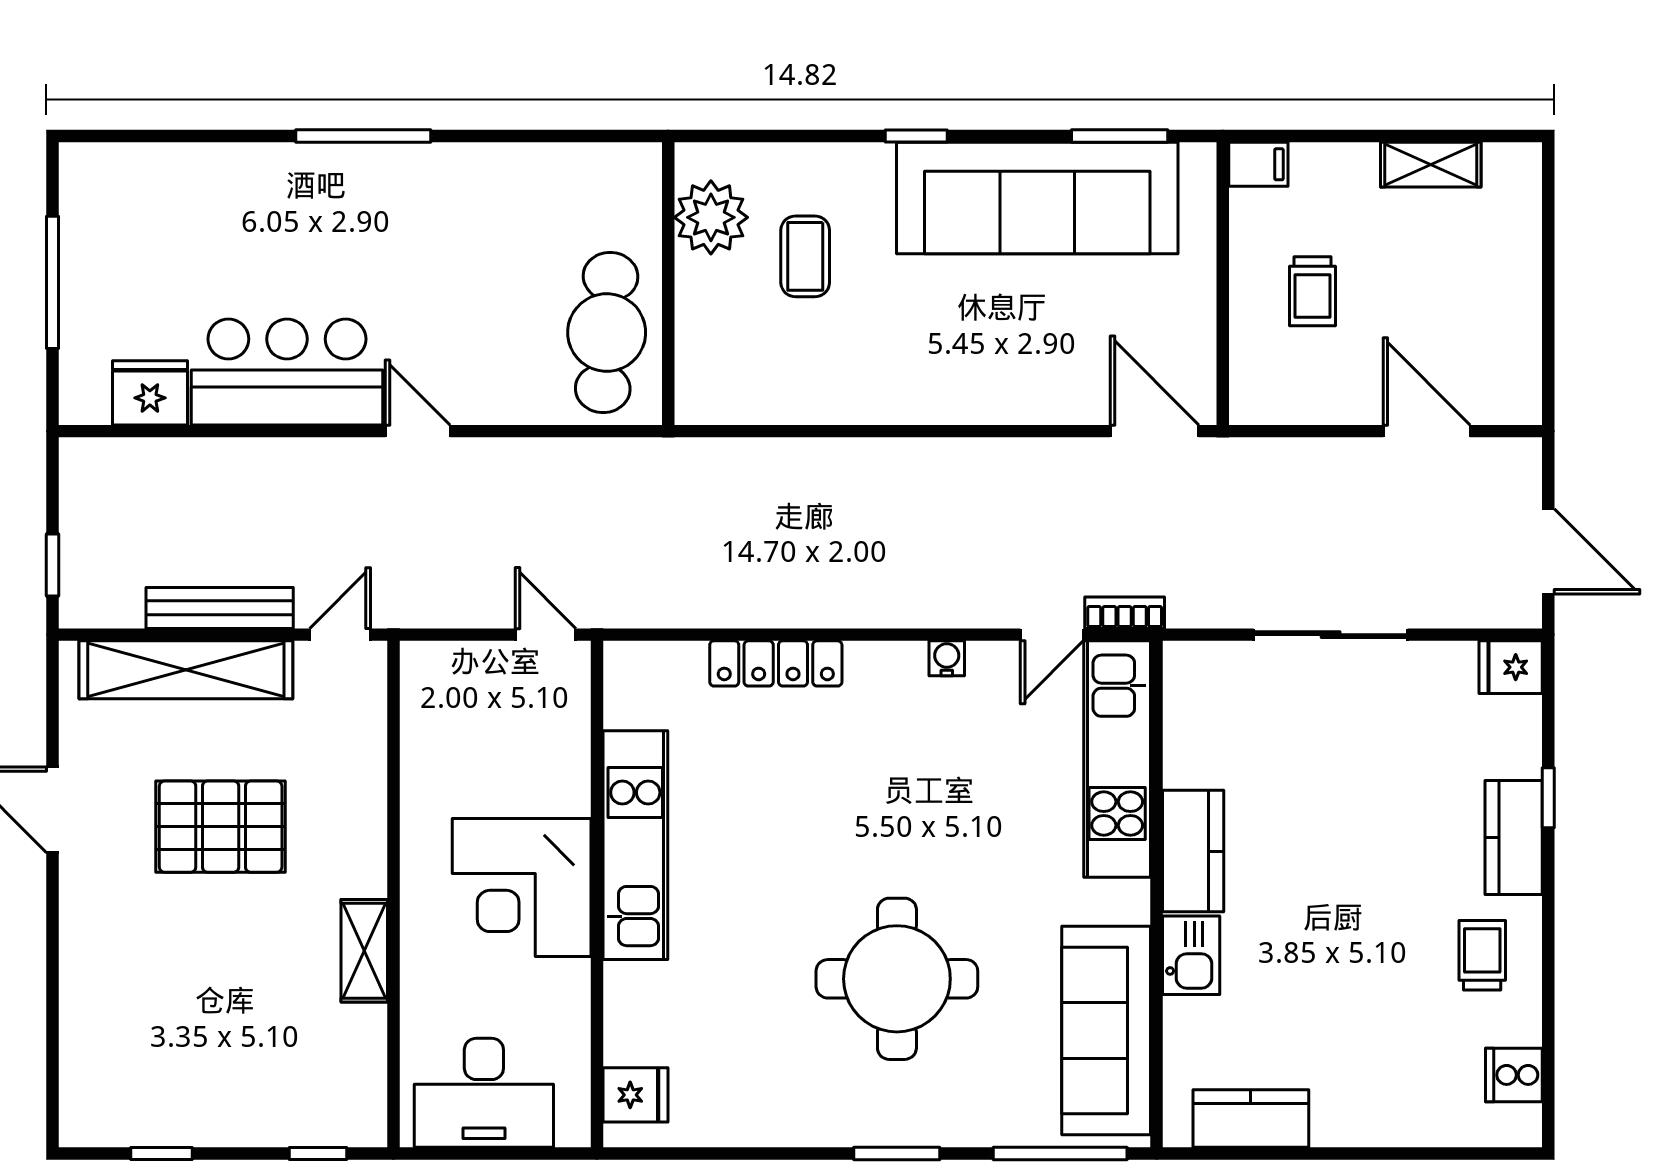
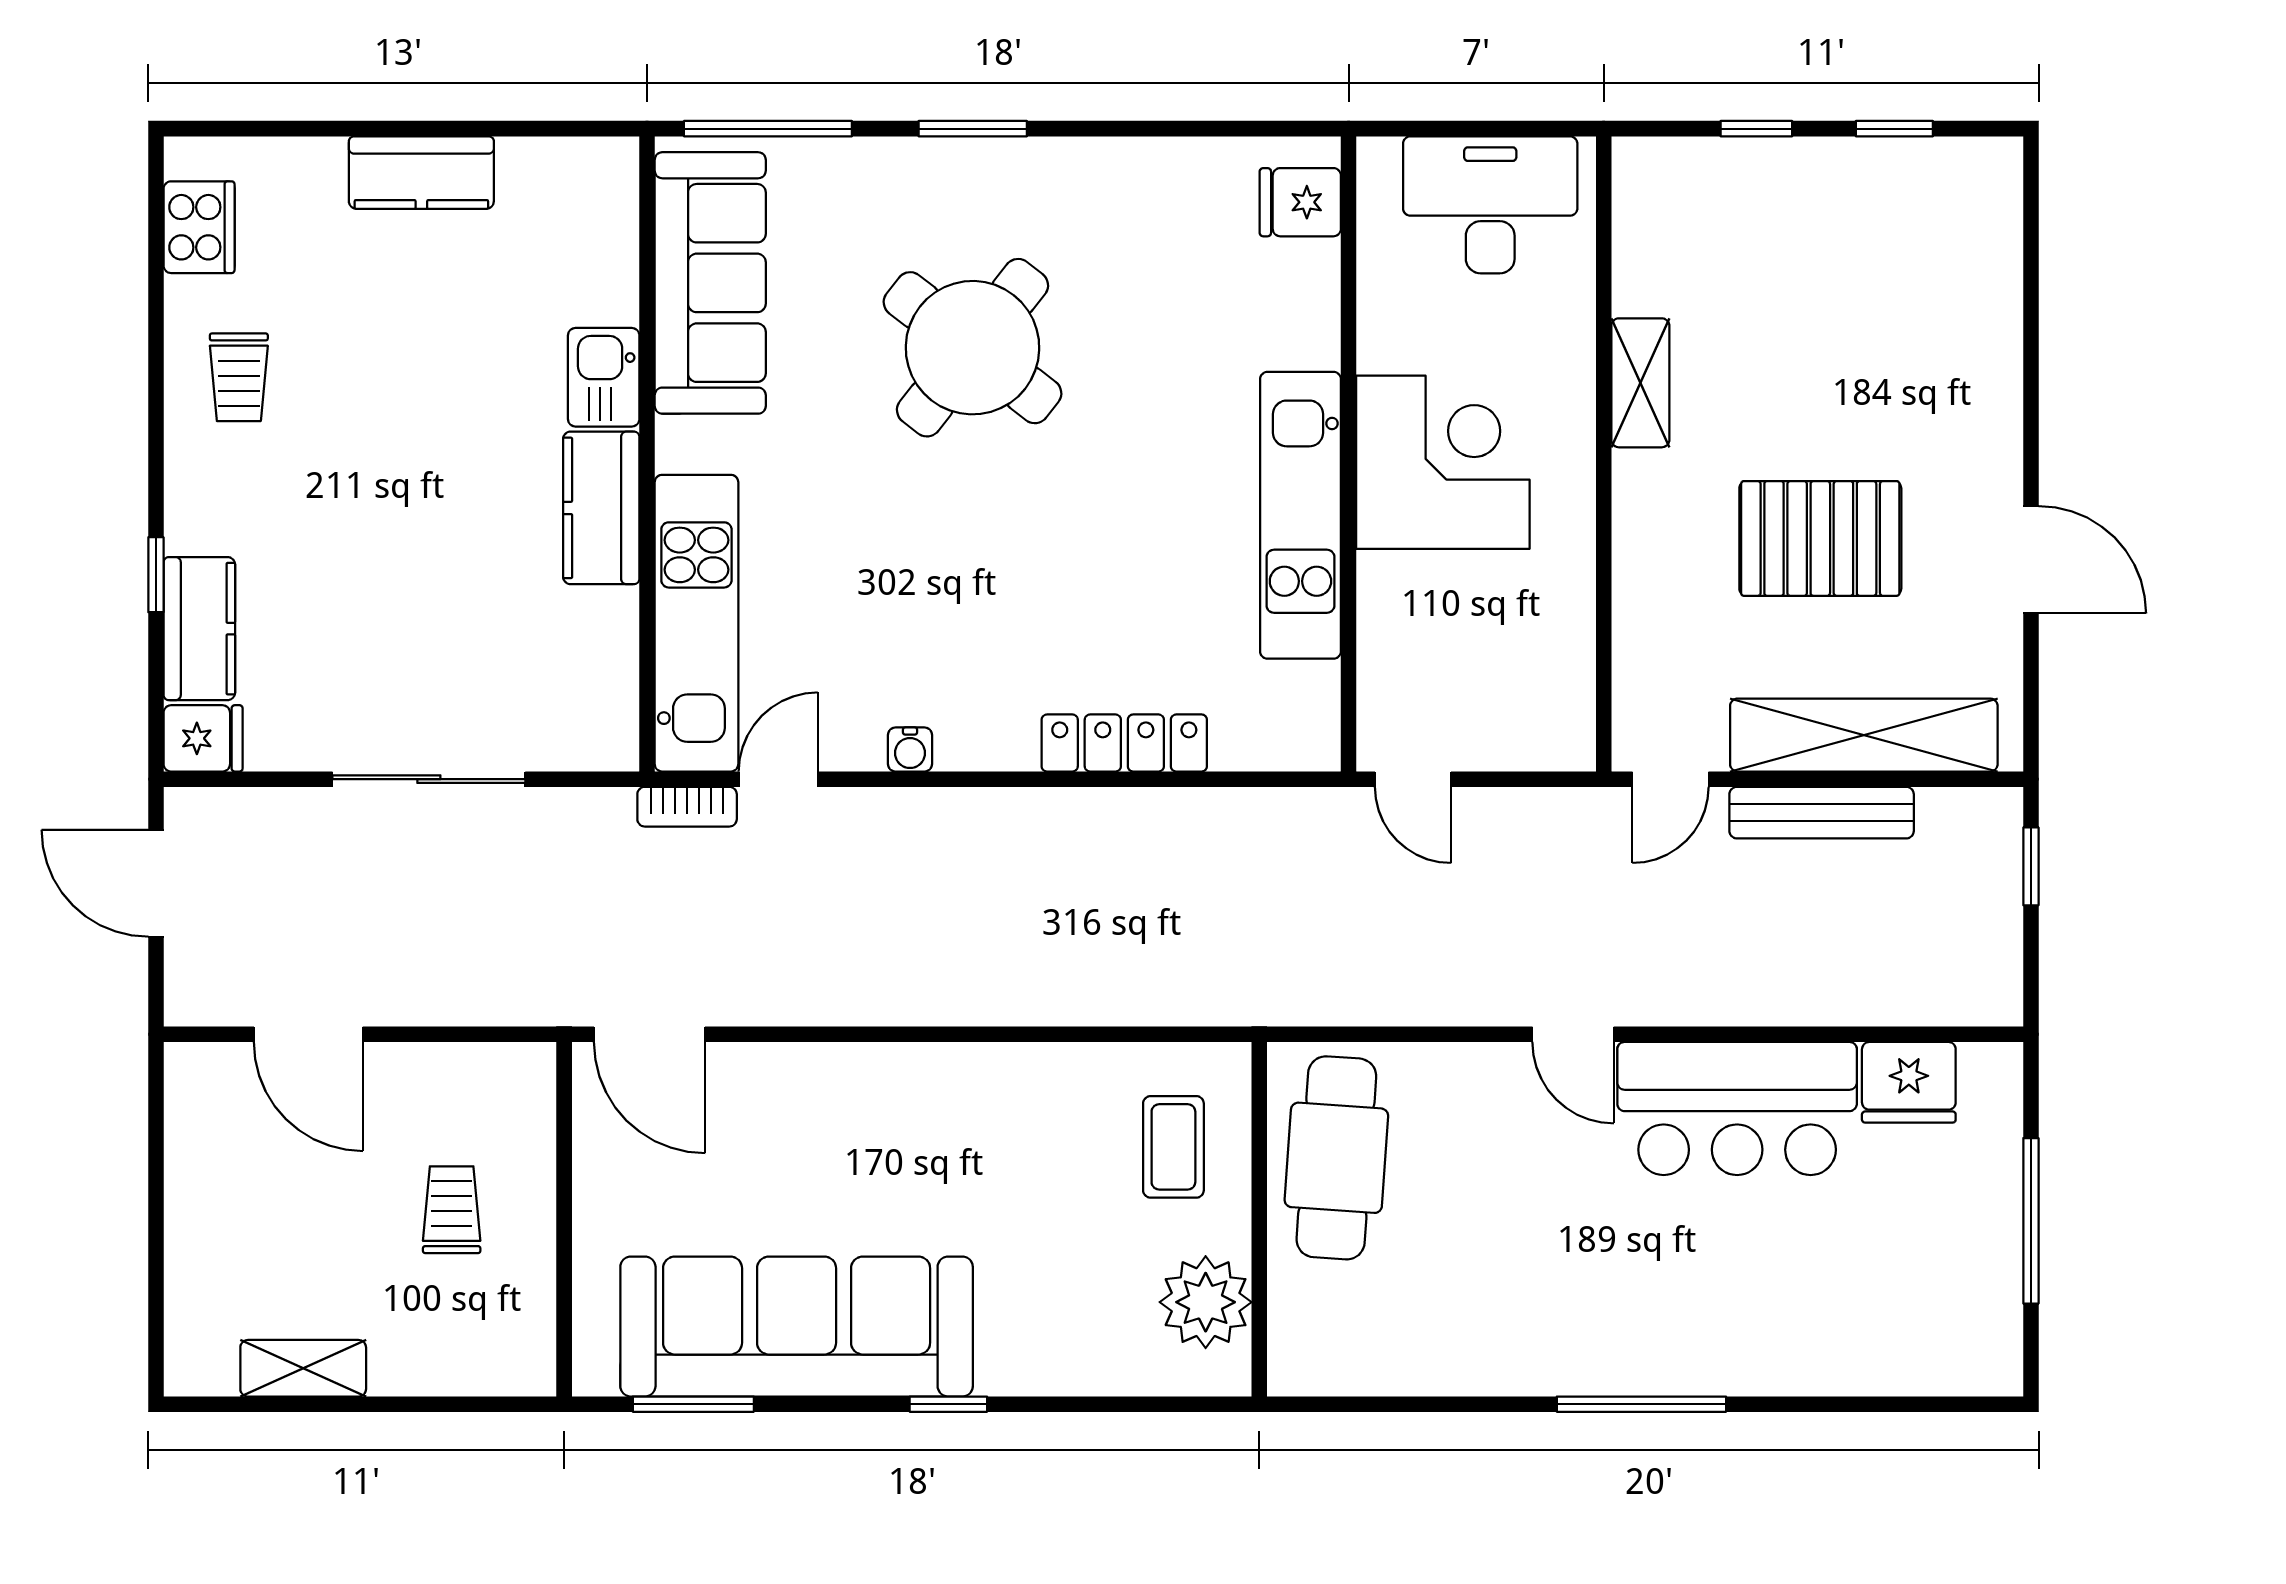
filing cabinet: (1258, 164) -> (519, 1369), removed
coffee table: (805, 256) -> (1173, 1147), moved
kitchen counter: (1514, 837) -> (199, 629), moved
round table: (897, 979) -> (973, 348), turned 38
cooker: (1514, 1075) -> (199, 227), width x1.36
kitchen counter: (1251, 1119) -> (421, 173), moved
window: (318, 1154) -> (1756, 129), moved

